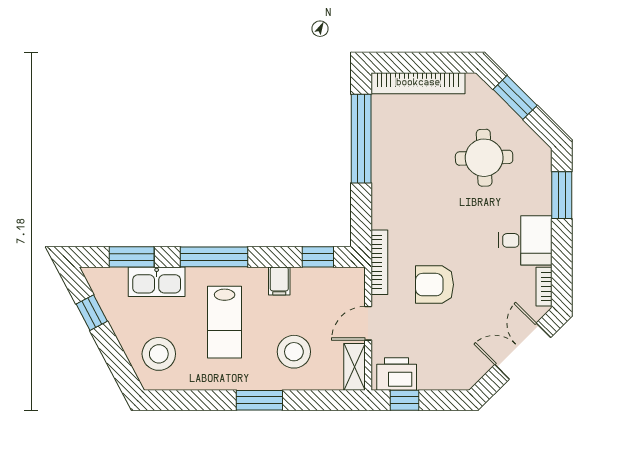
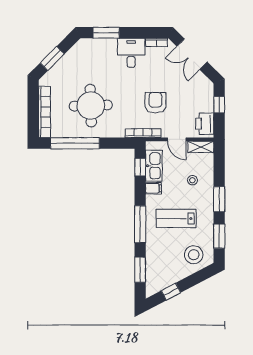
round table: (484, 158) -> (91, 106), moved, width x1.36, depth x1.36
kitchen sink: (157, 282) -> (154, 166), moved
armchair: (435, 285) -> (155, 103), turned 180
lab bench: (225, 322) -> (176, 218), turned 180
stool: (294, 352) -> (192, 180), width x0.53, depth x0.53
window: (193, 400) -> (219, 236), added
window: (405, 400) -> (219, 105), moved

